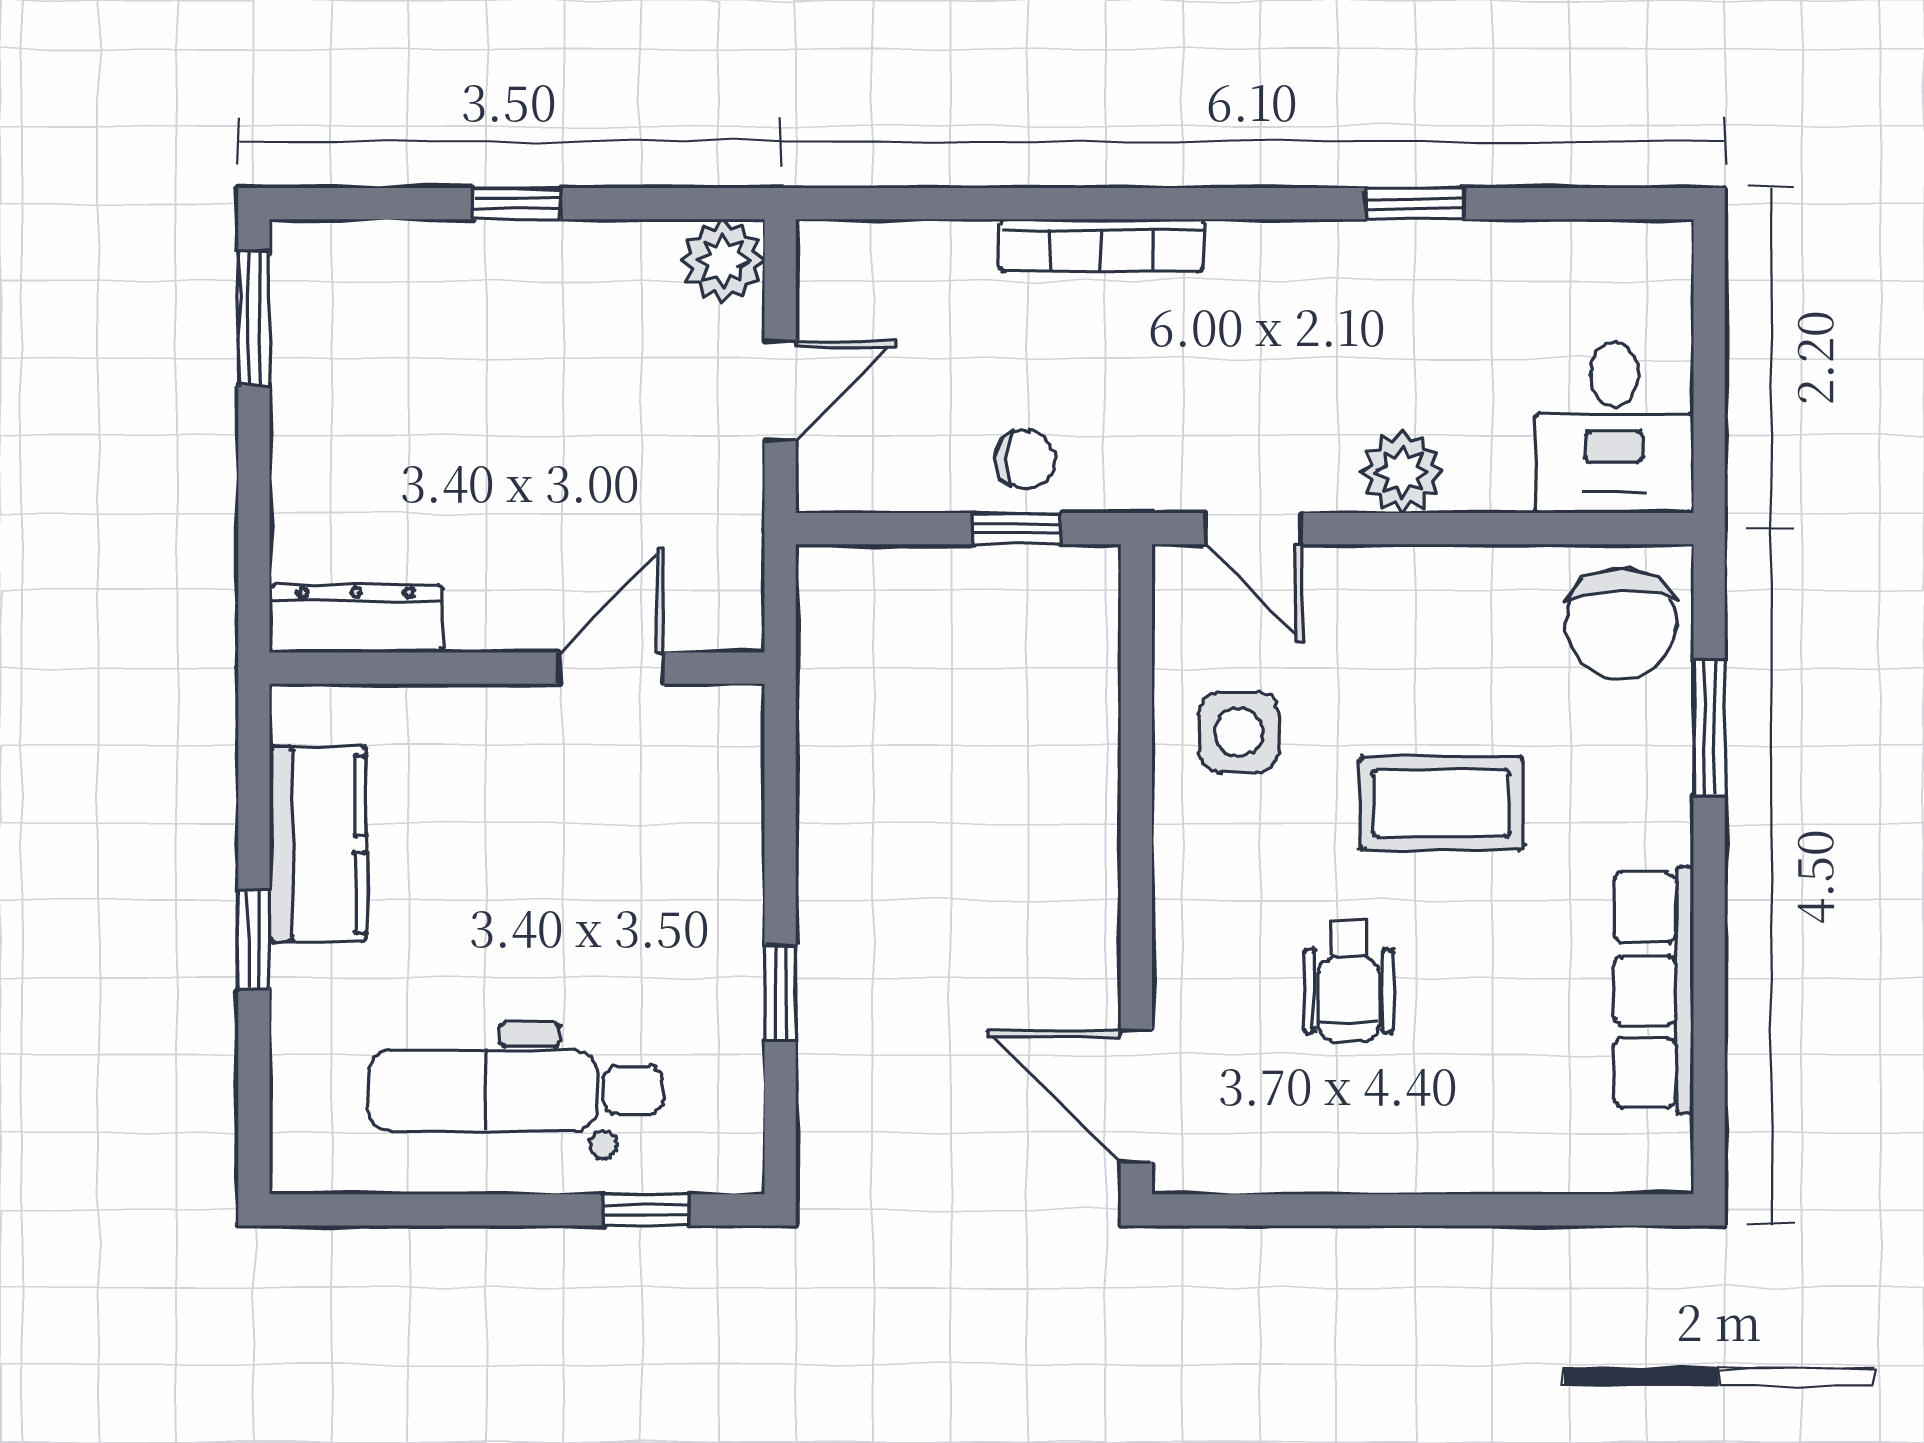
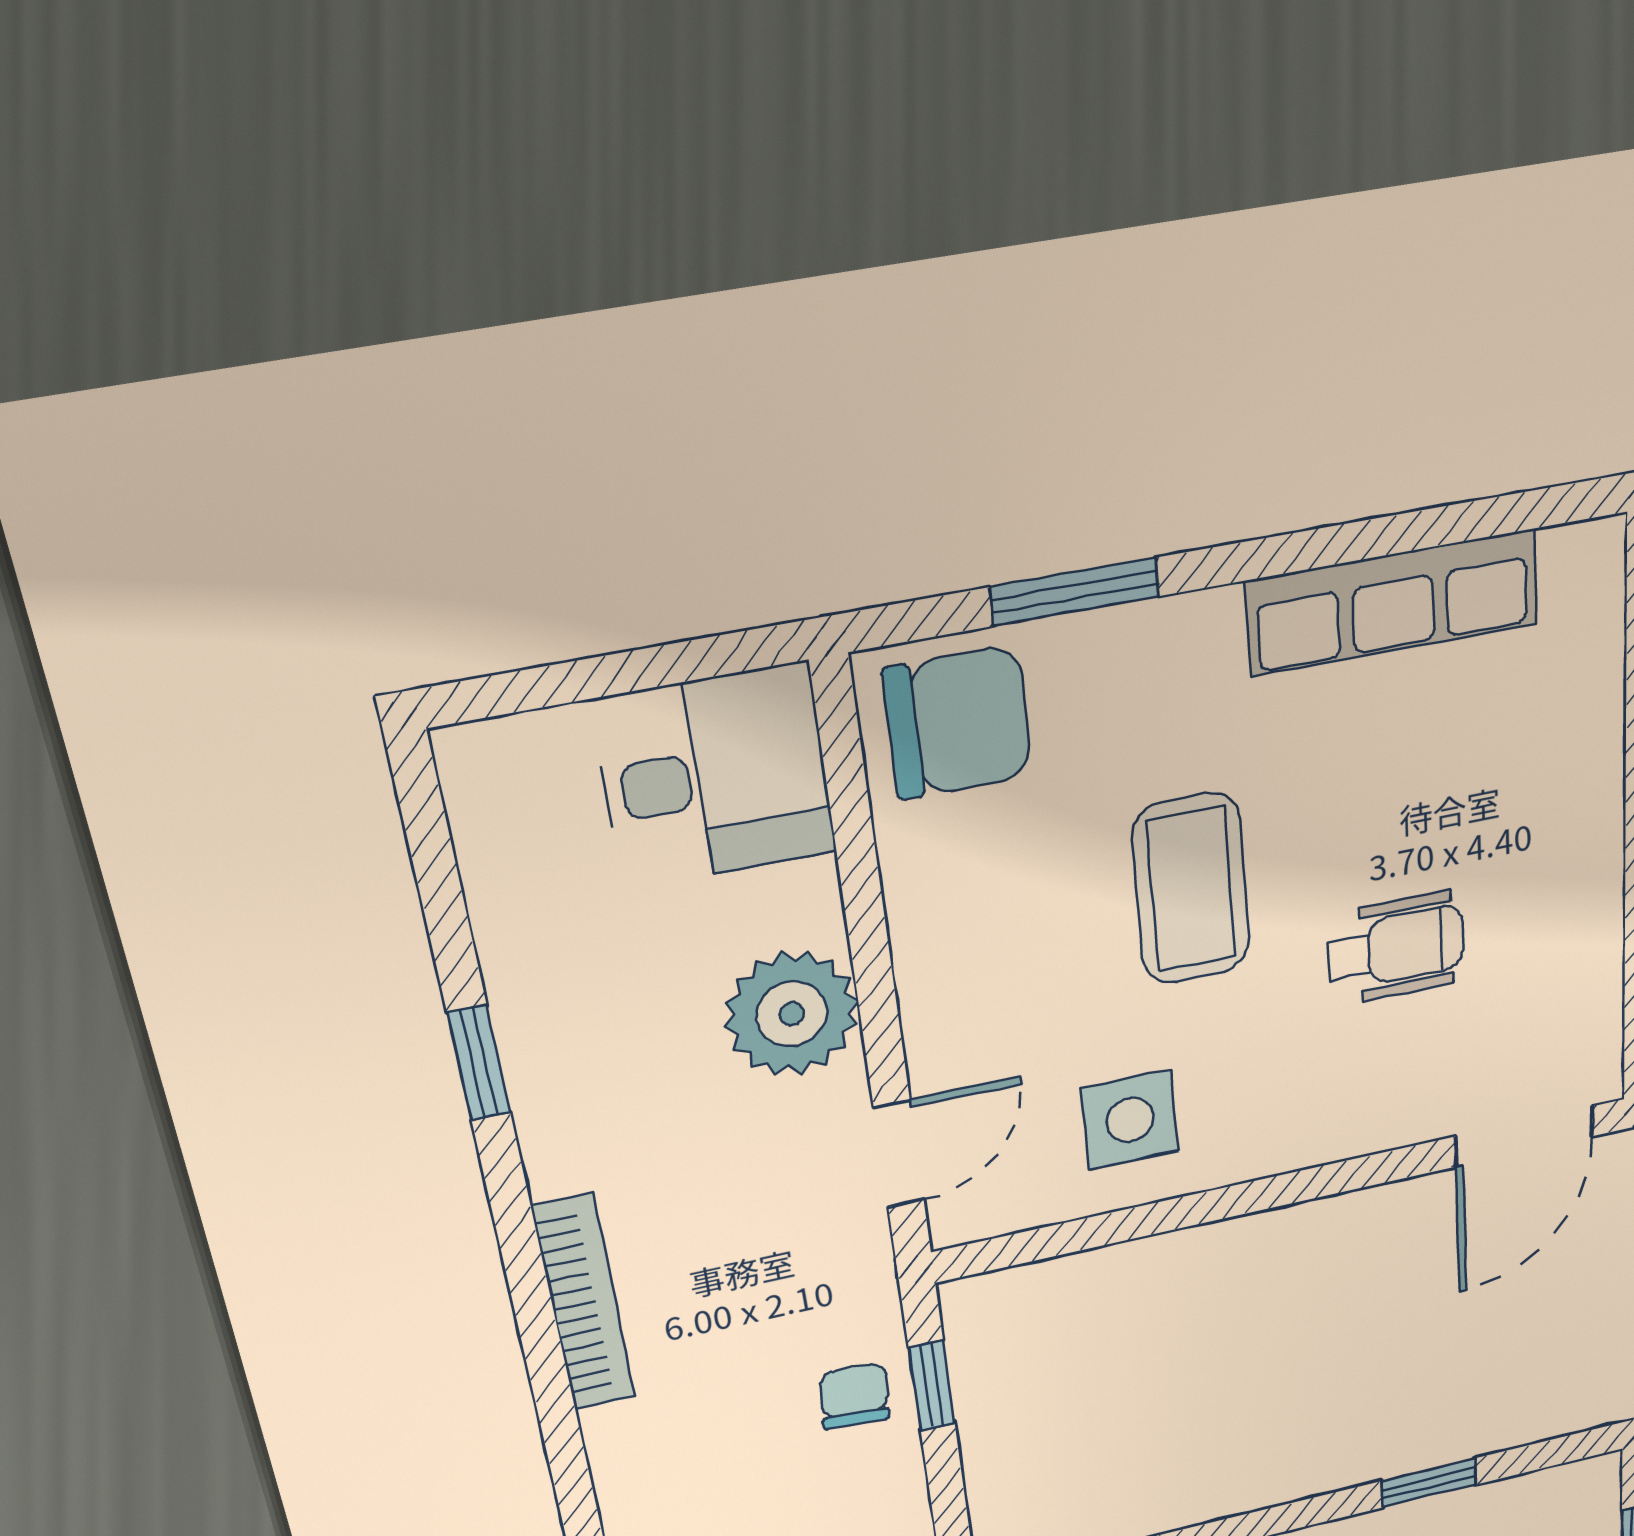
bookcase: (1102, 245) -> (584, 1303), moved
plant: (1402, 472) -> (792, 1014), width x1.36, depth x1.36

